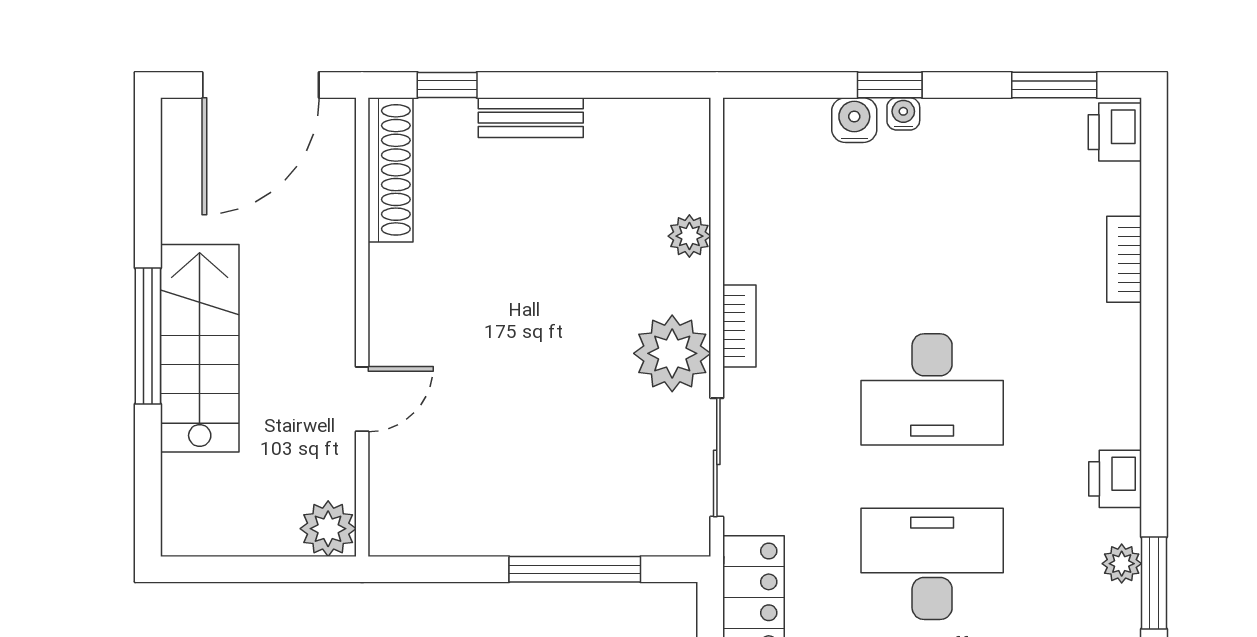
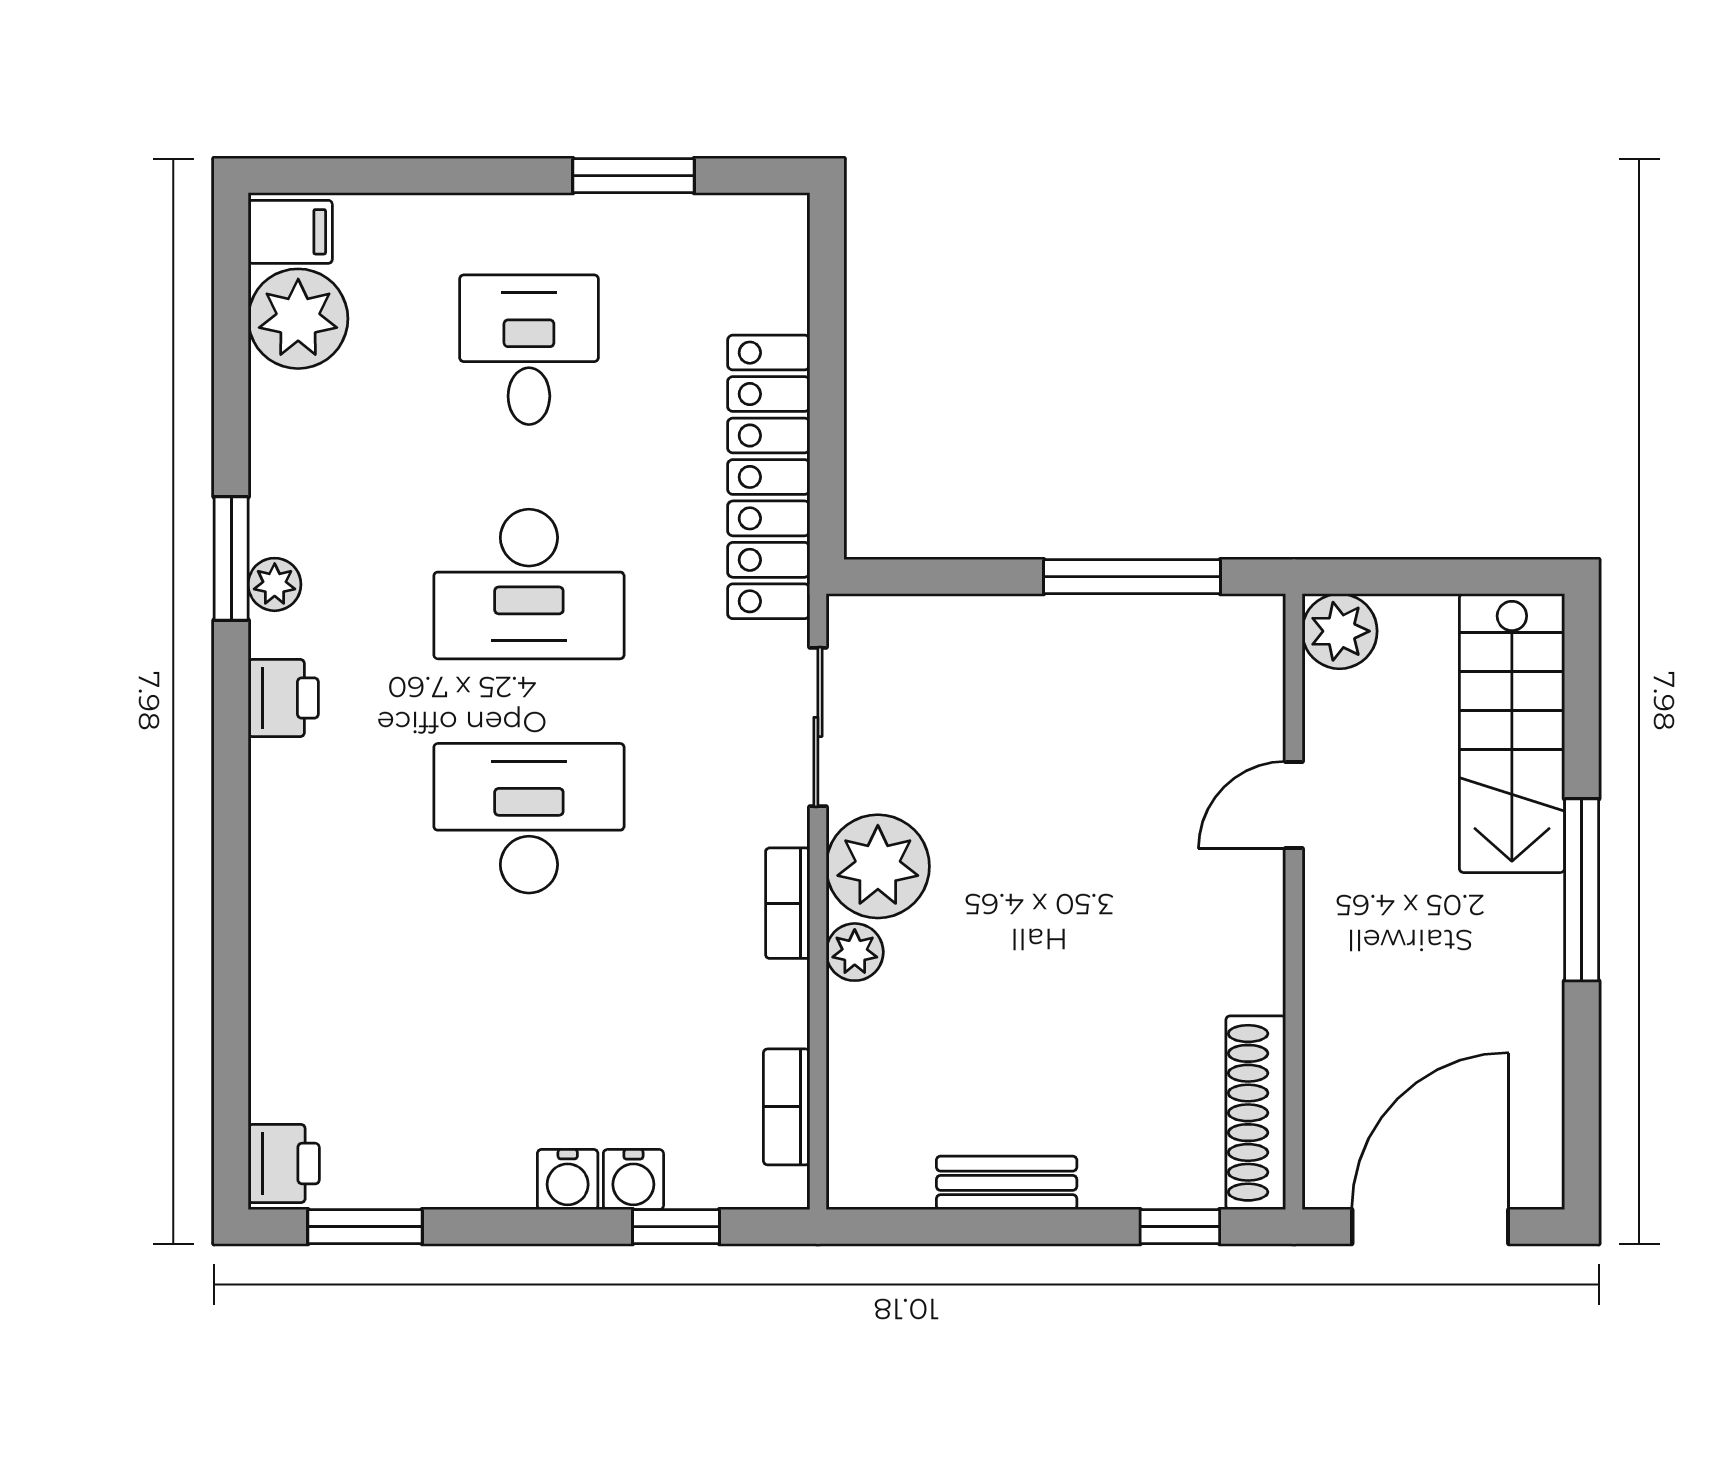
window: (890, 85) -> (676, 1227), moved
water cooler: (903, 114) -> (568, 1180), width x1.38, depth x1.38
bench: (531, 118) -> (1007, 1183), moved
plant: (689, 236) -> (855, 952), moved
bookcase: (1124, 259) -> (787, 1107), moved, turned 180
stairs: (200, 348) -> (1512, 733), moved
window: (575, 569) -> (1132, 577), moved

